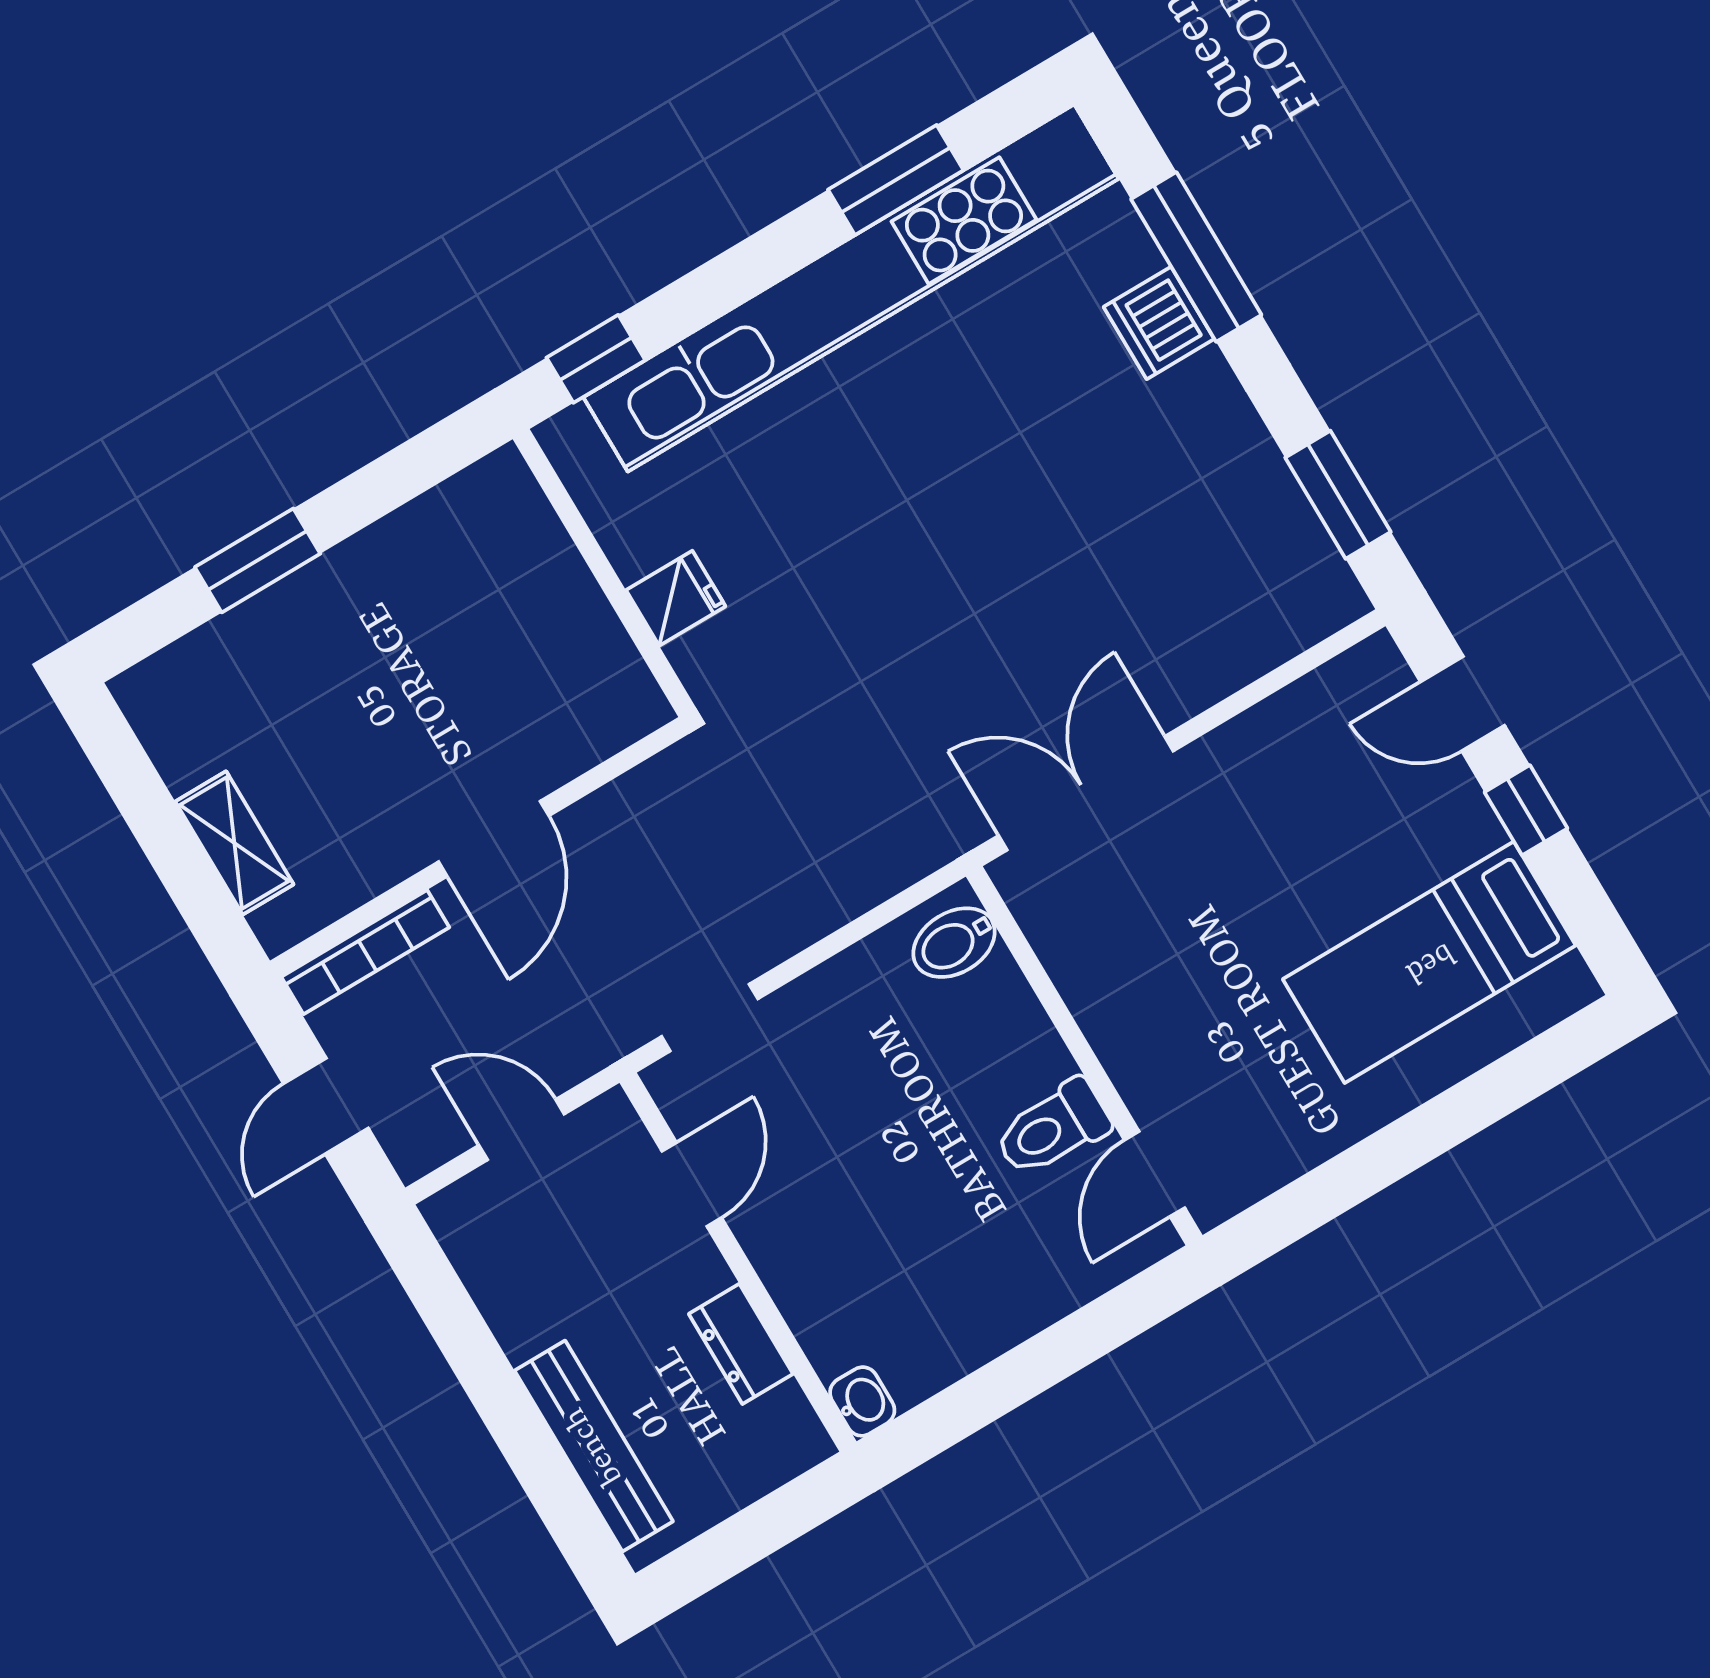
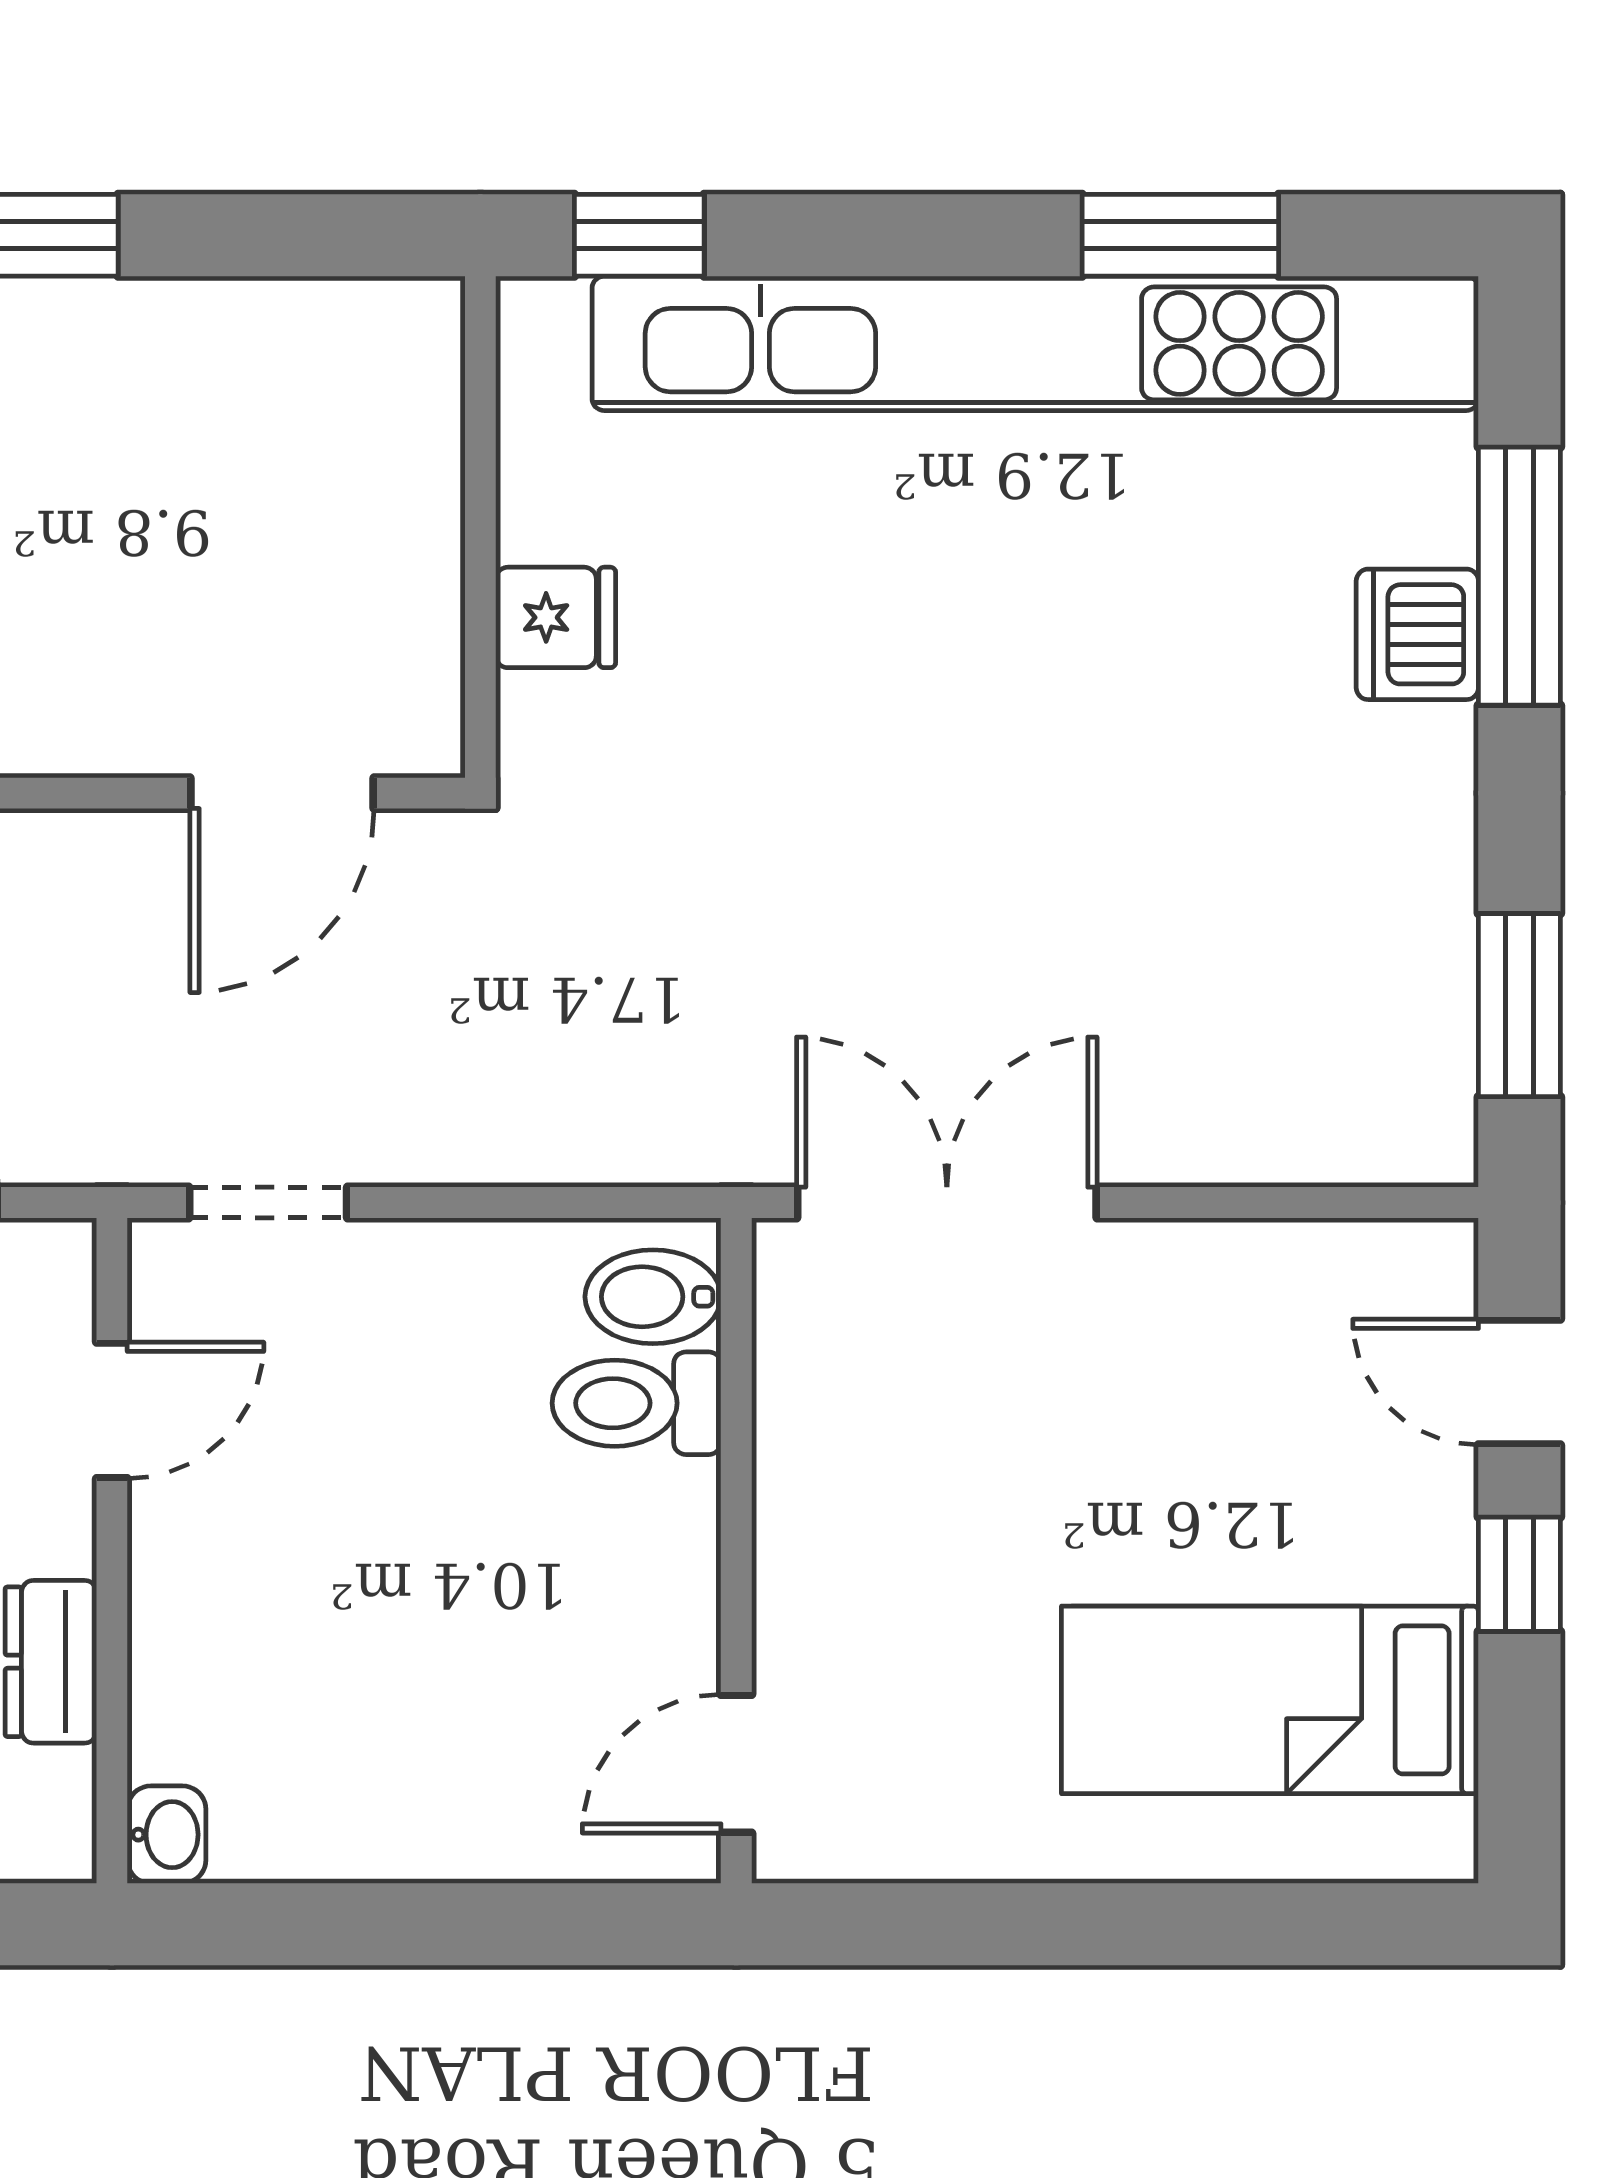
door: (494, 839) -> (282, 793), moved
toilet: (1052, 1128) -> (636, 1403), moved

